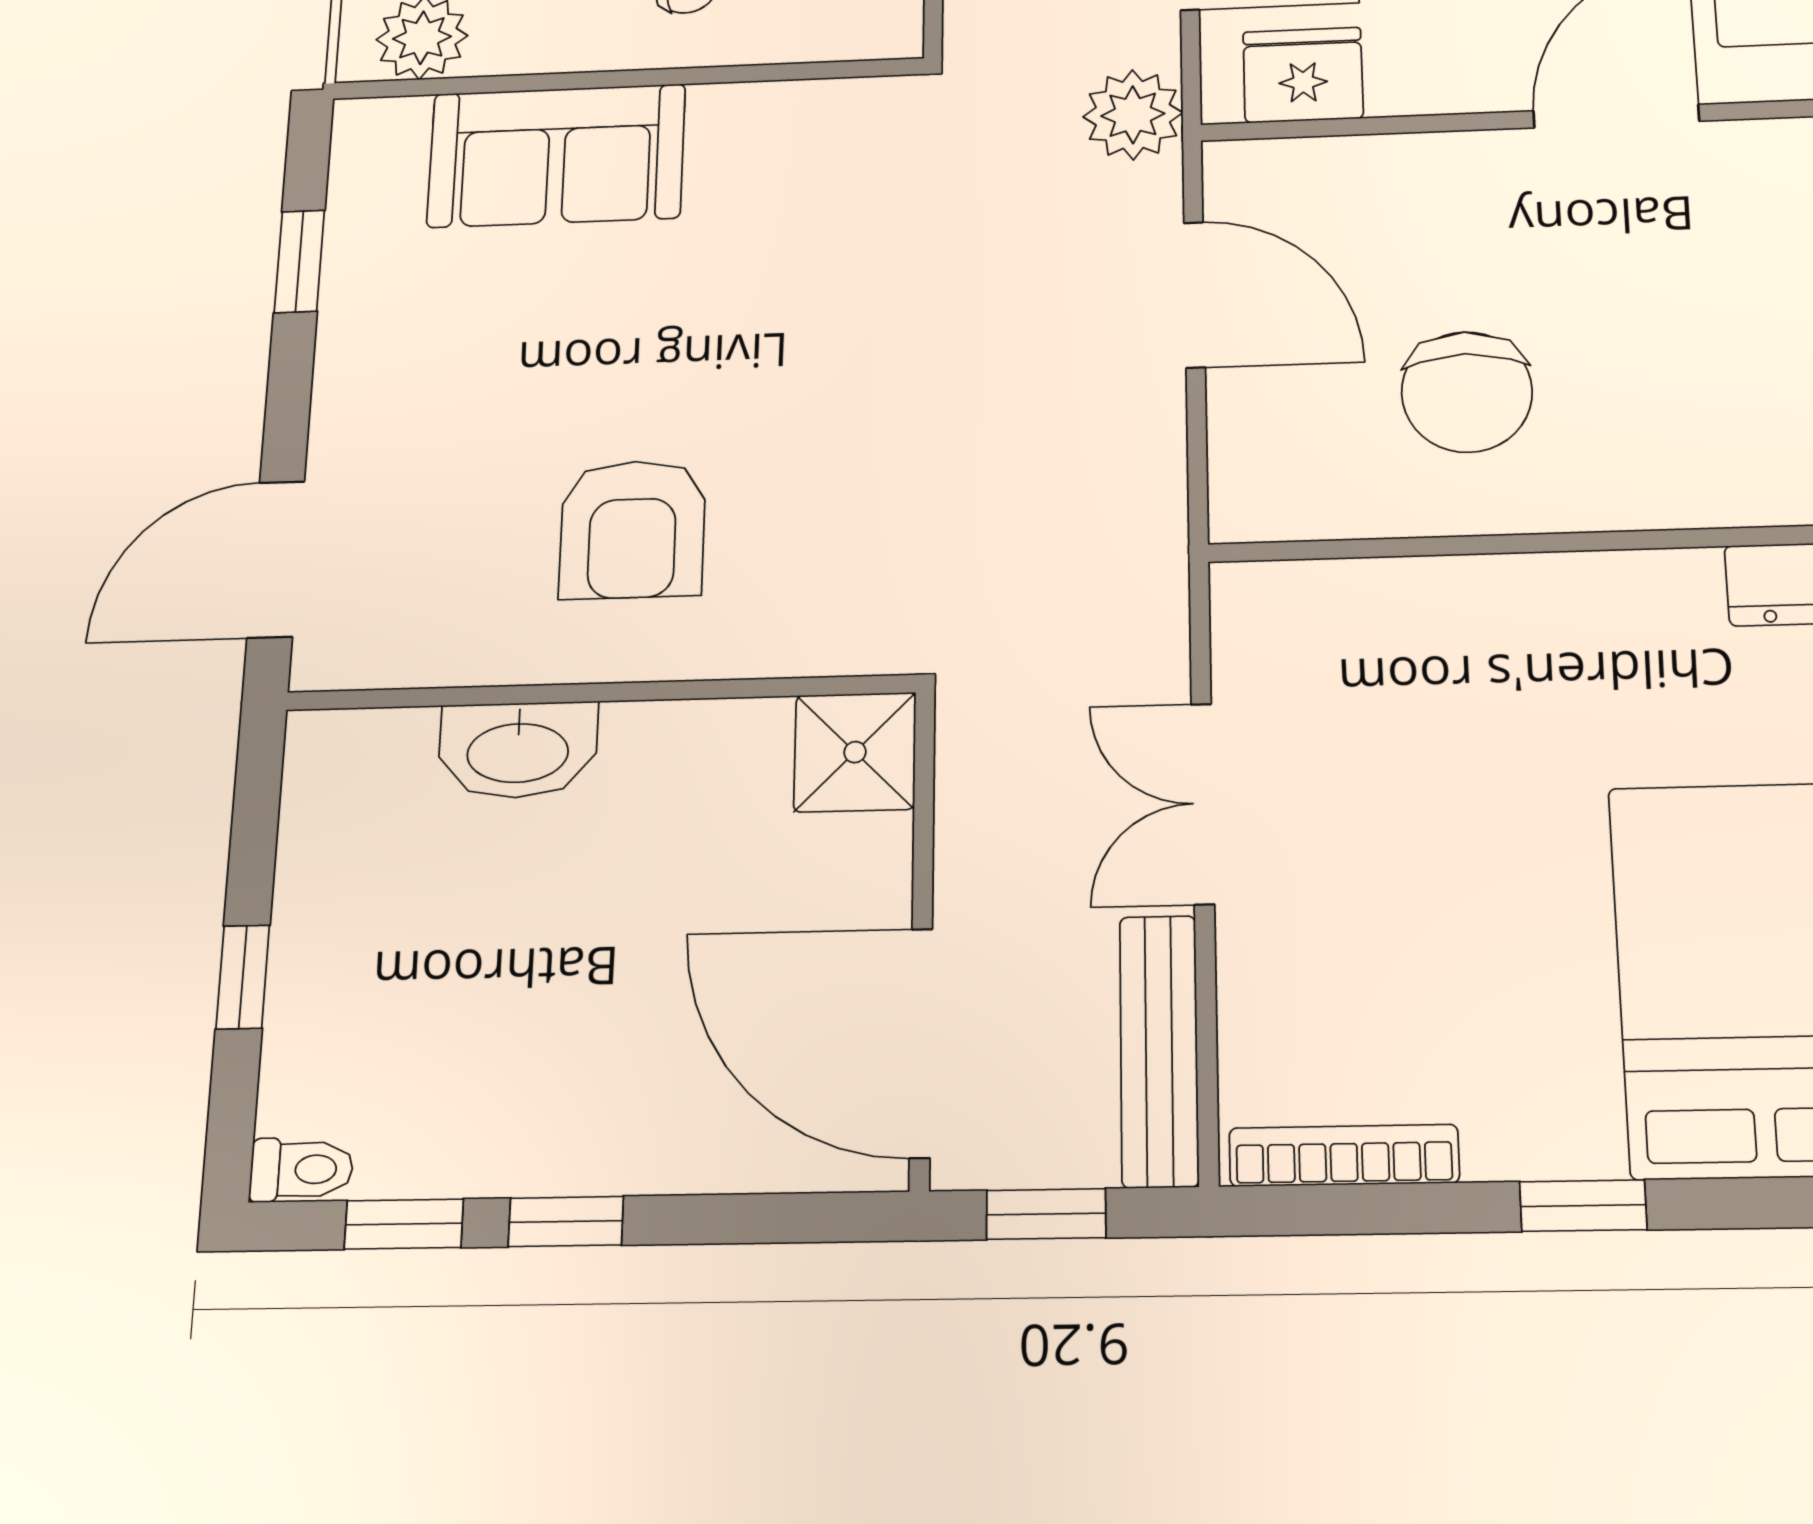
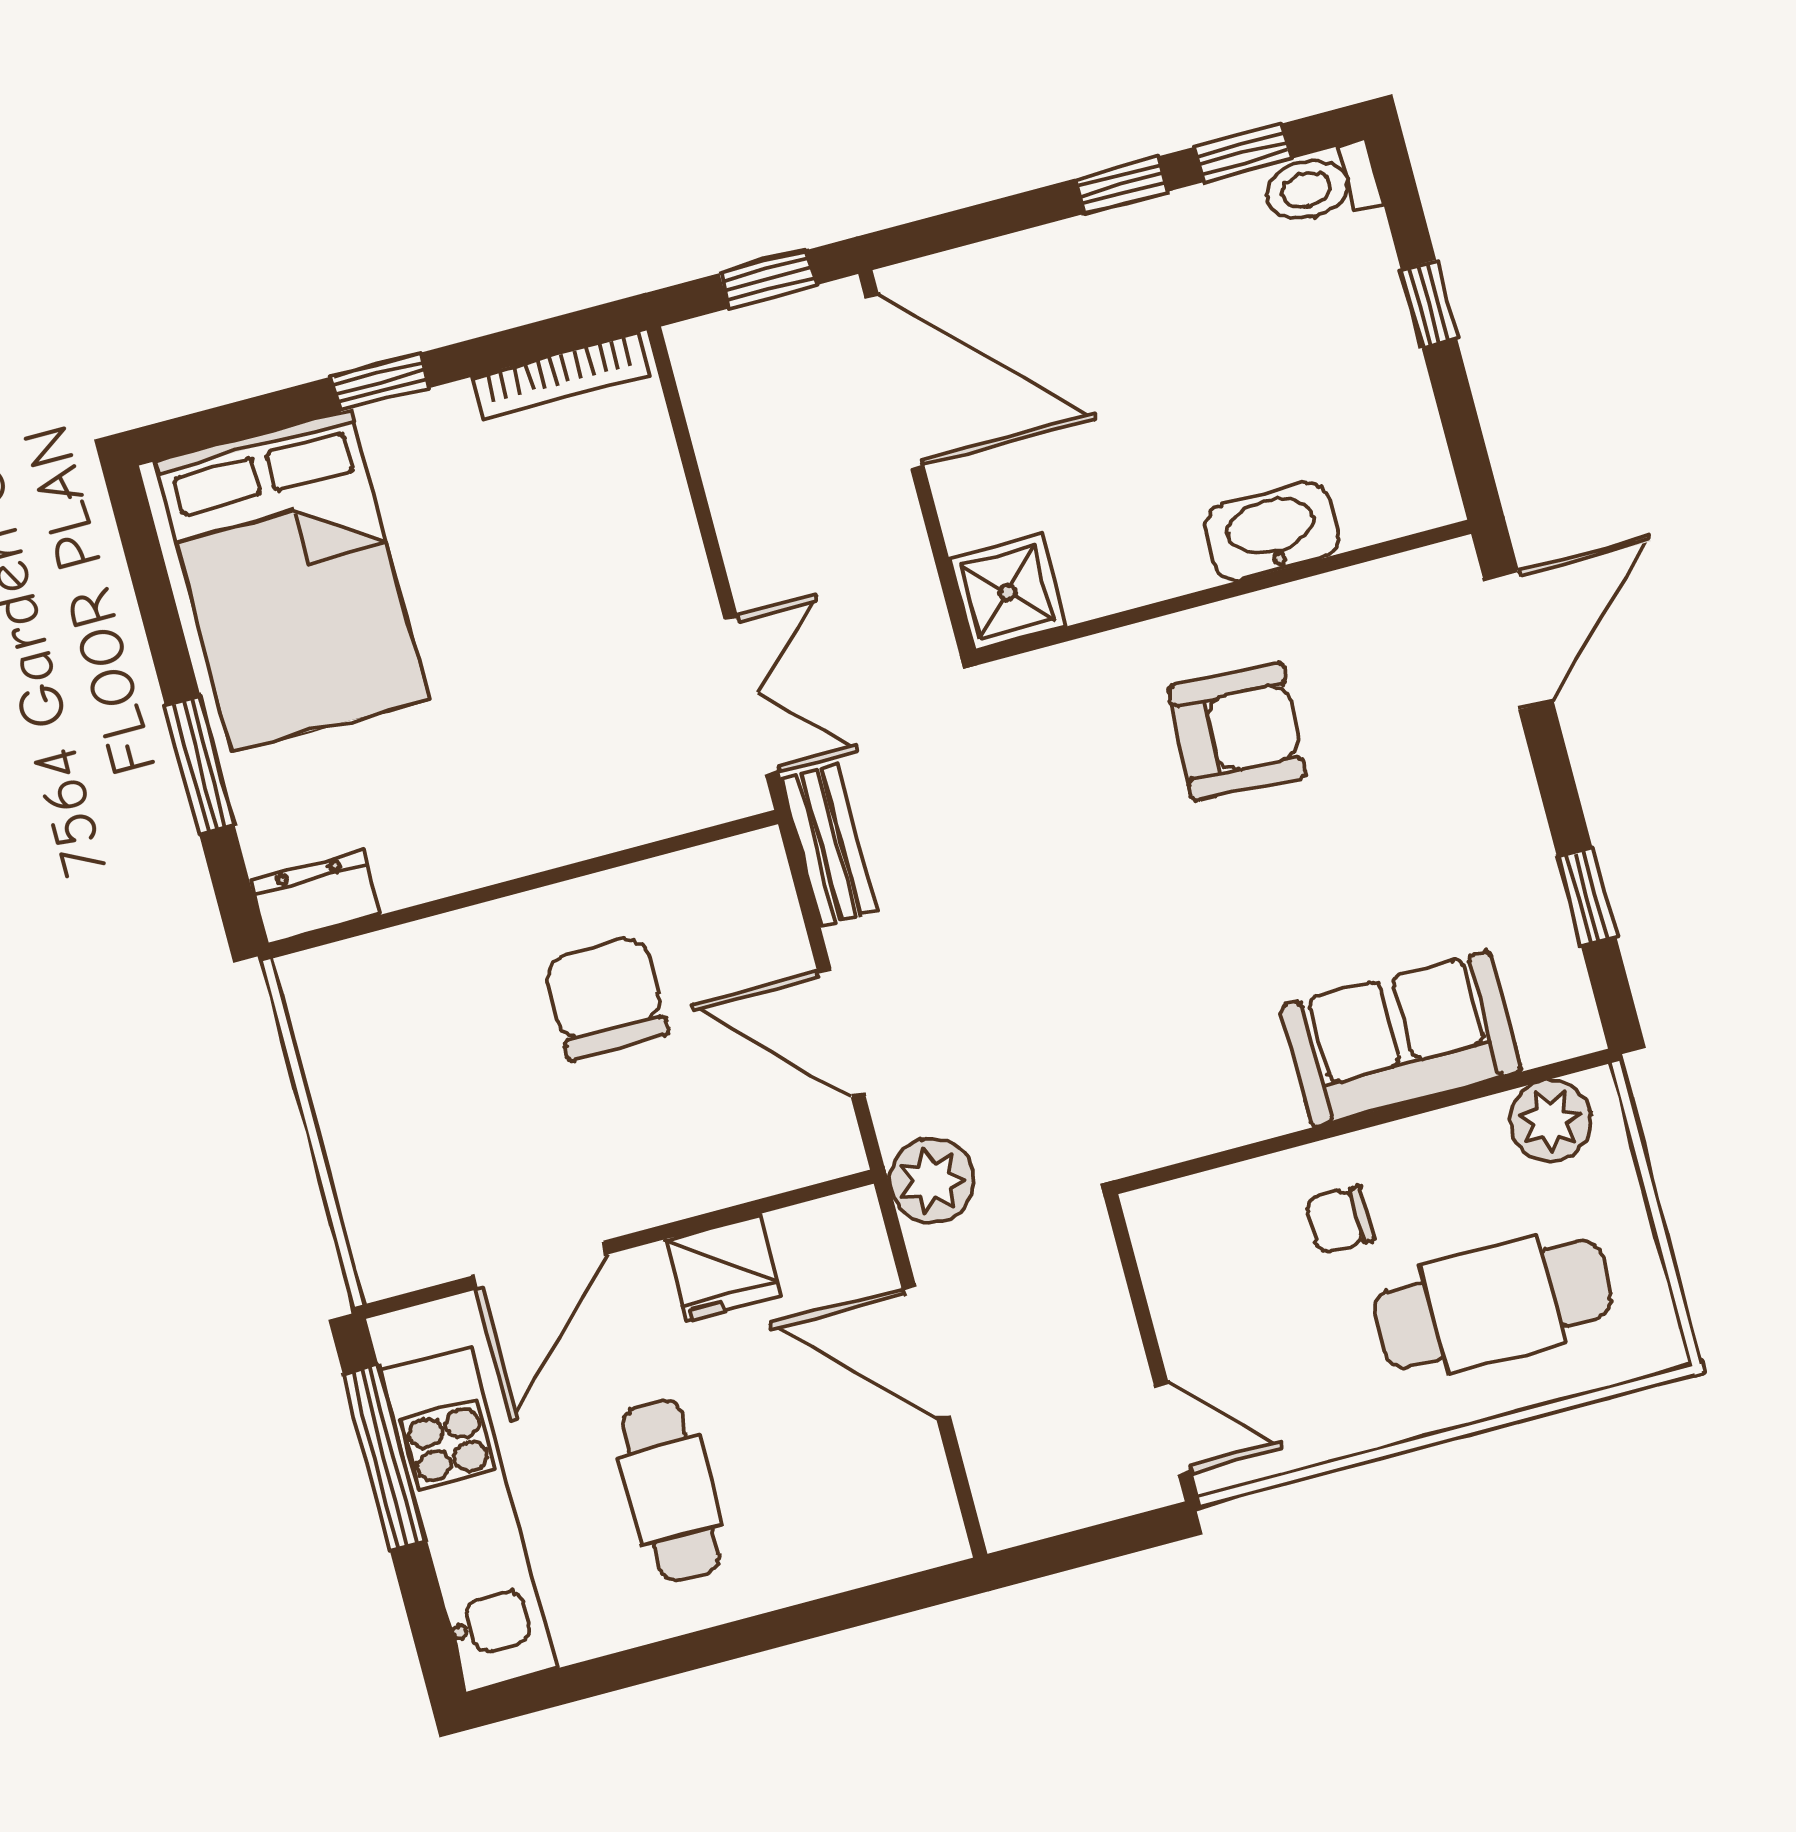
fridge: (1303, 75) -> (723, 1268), moved
armchair: (632, 529) -> (1237, 731), turned 93
double door: (1203, 803) -> (751, 695), moved
bench: (1159, 1050) -> (829, 845), moved, width x0.73
toilet: (301, 1170) -> (1321, 186), width x1.37, depth x1.39

